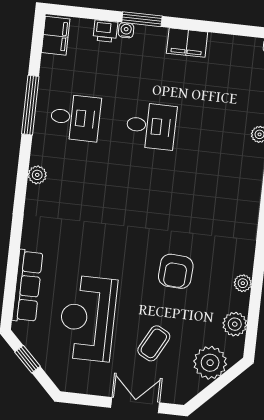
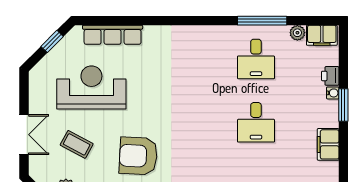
plant: (37, 175) -> (297, 33), moved
armchair: (176, 271) -> (138, 156), width x1.36, depth x1.36

